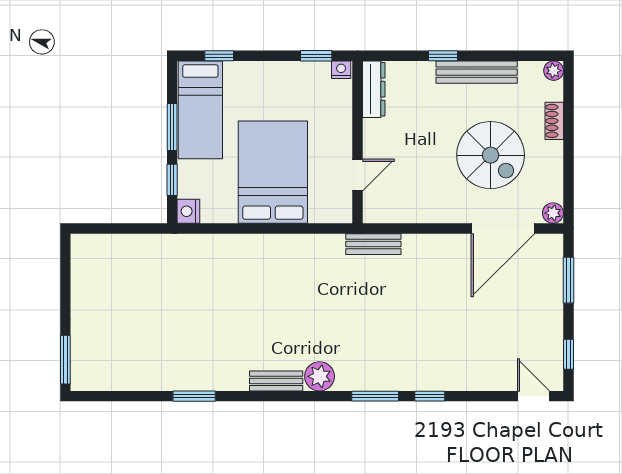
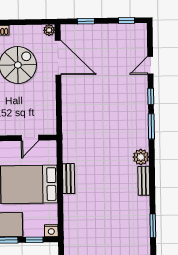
door: (358, 175) -> (30, 138), swing flipped
bench: (373, 244) -> (69, 179), moved
window: (568, 280) -> (86, 21), width x0.67
door: (534, 396) -> (150, 65), moved

